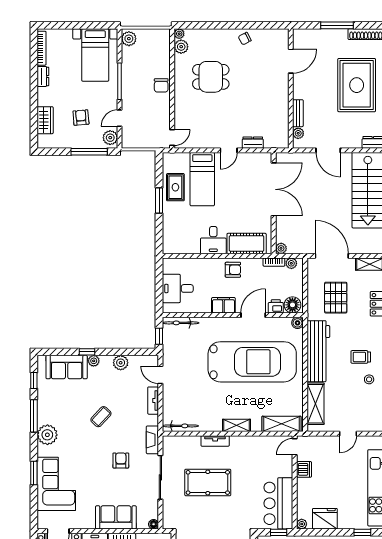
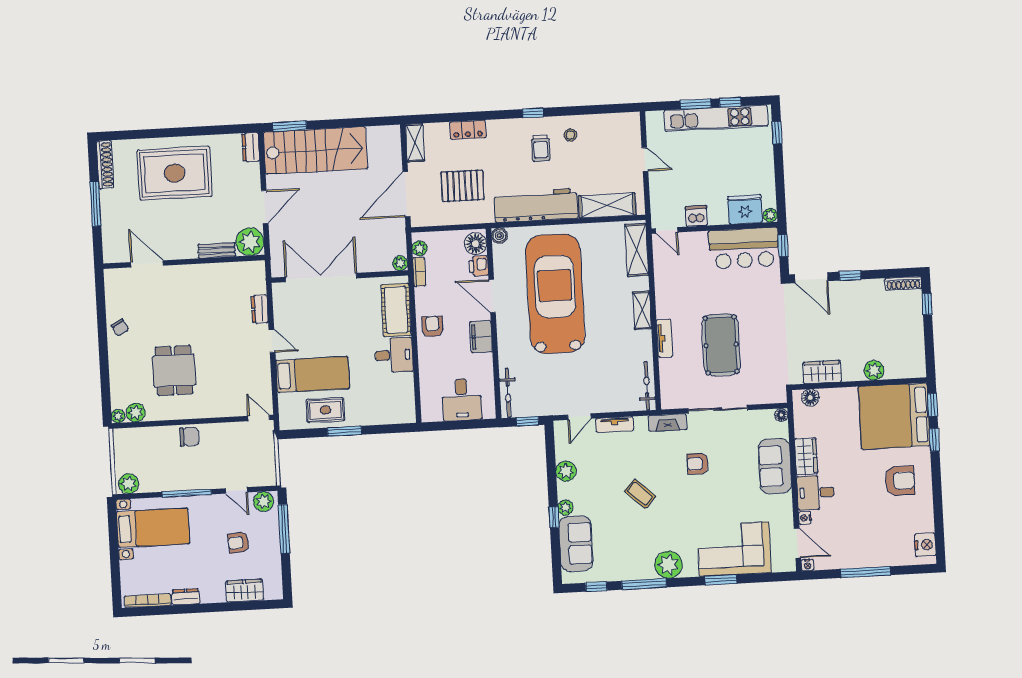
plant: (298, 133) -> (250, 242), width x1.88, depth x1.88
fridge: (325, 519) -> (745, 209), moved, turned 90

